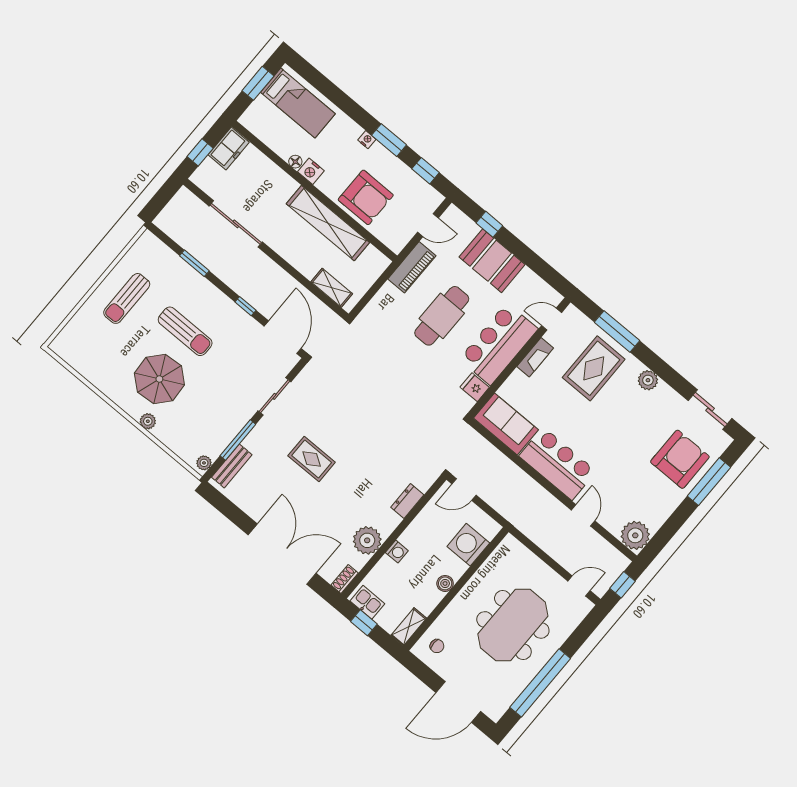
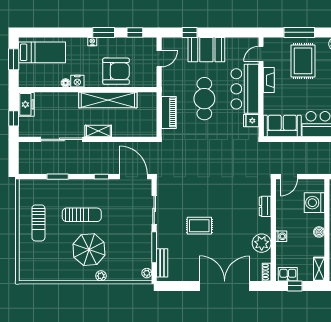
piano: (412, 267) -> (169, 112), moved
shelving: (332, 288) -> (98, 131), moved

